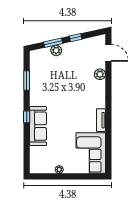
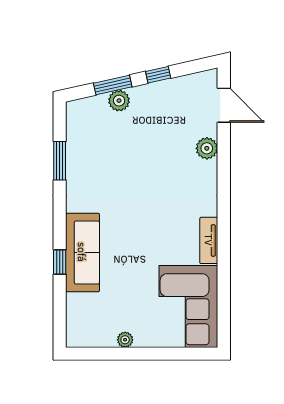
window: (27, 117) -> (60, 262), moved

